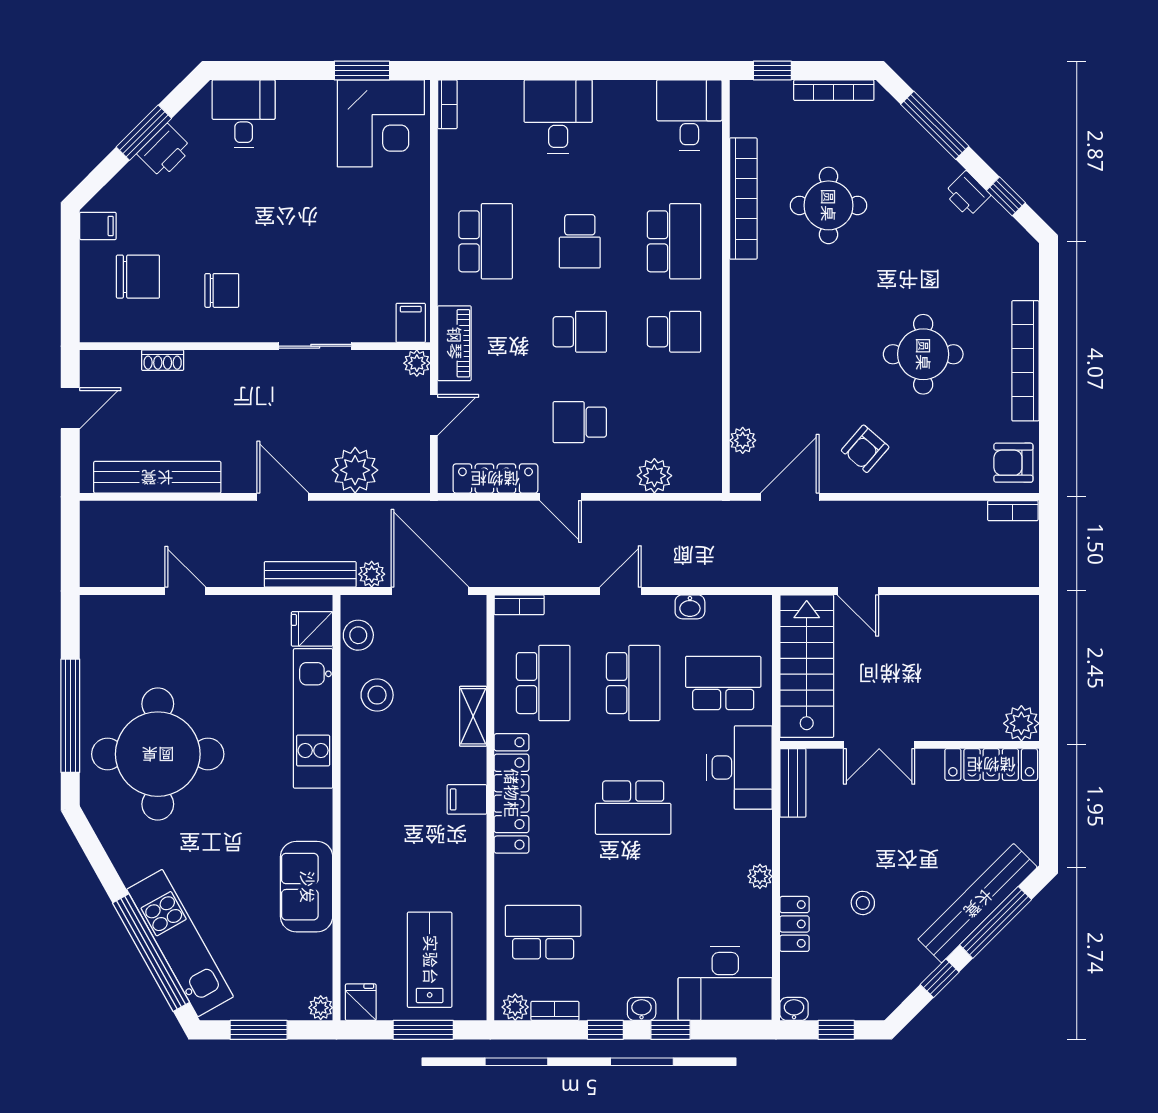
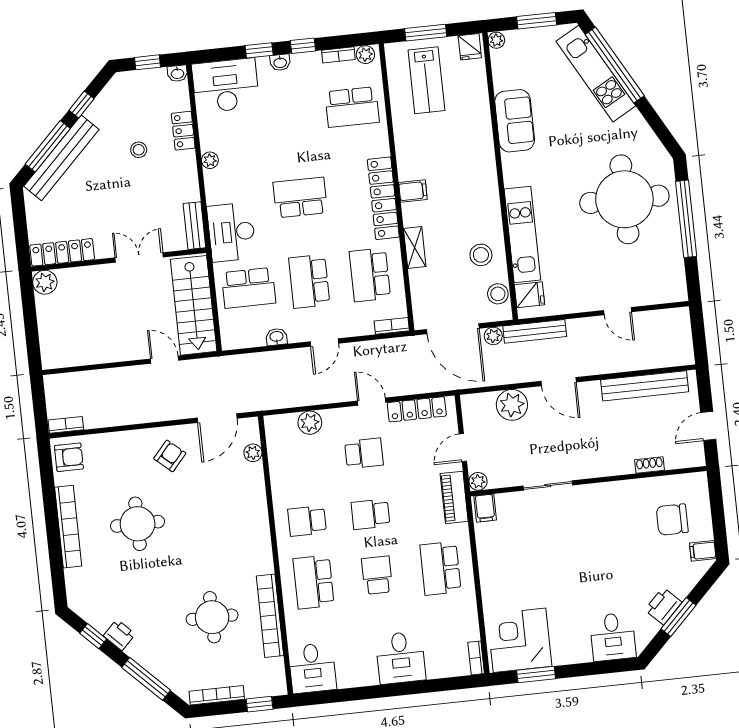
chair: (222, 290) -> (615, 516), removed

